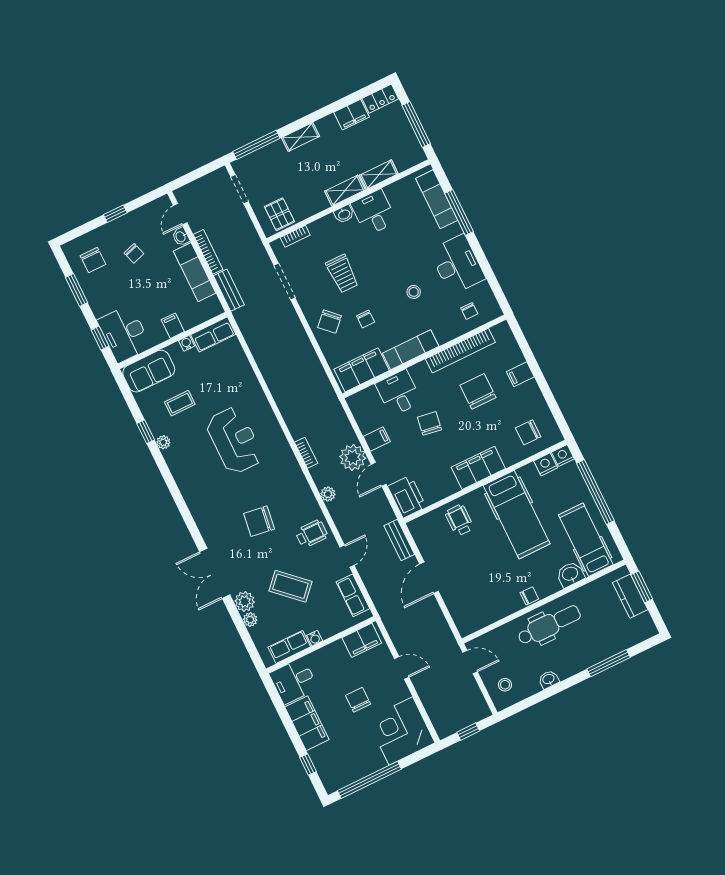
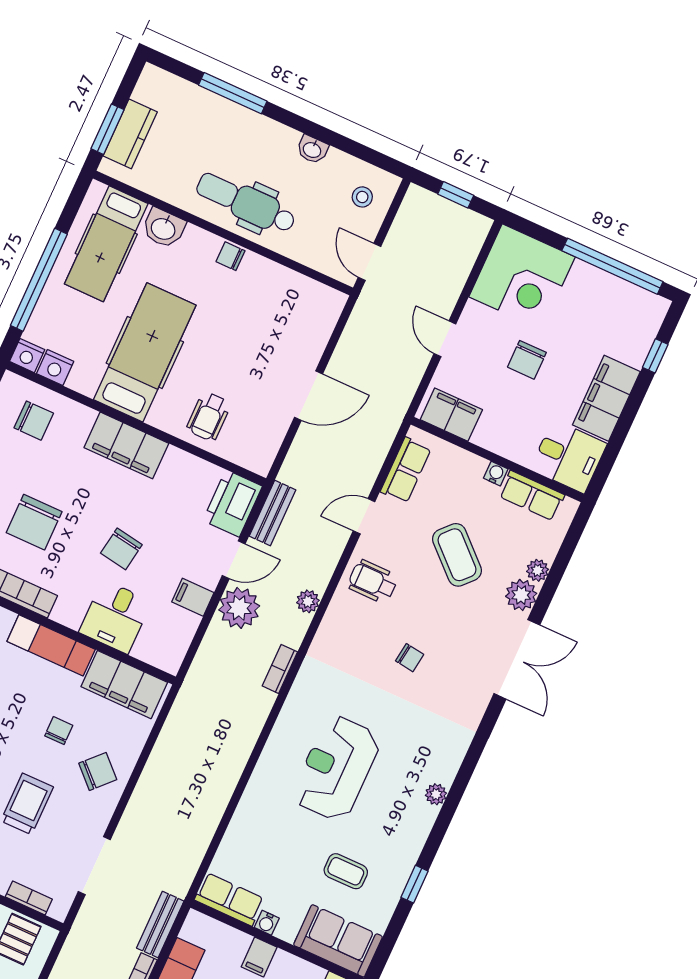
plant: (163, 442) -> (436, 794), moved
chair: (259, 521) -> (410, 658), width x0.54, depth x0.54
bench: (399, 540) -> (273, 513), moved

